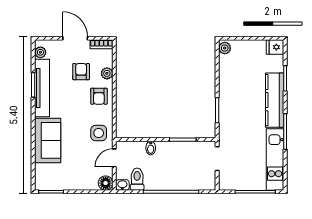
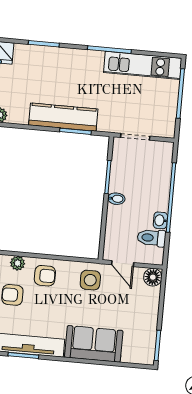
kitchen counter: (275, 100) -> (63, 117), moved, turned 180
bidet: (151, 148) -> (116, 199), moved
washbasin: (122, 185) -> (160, 220), moved

